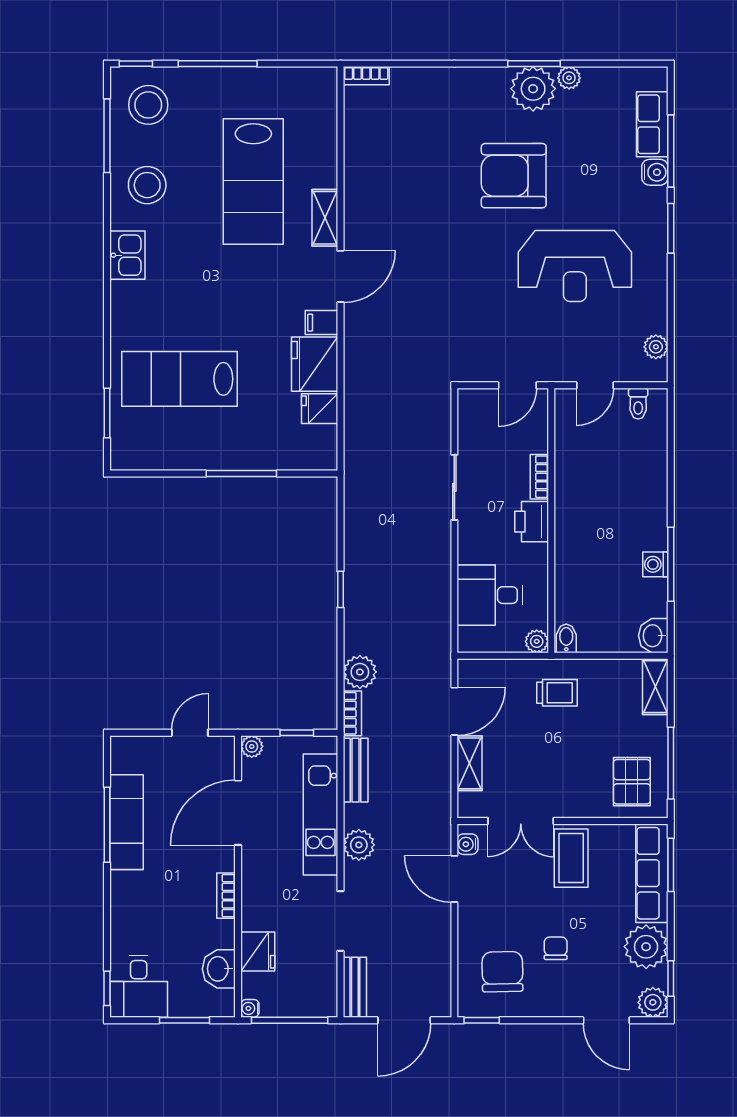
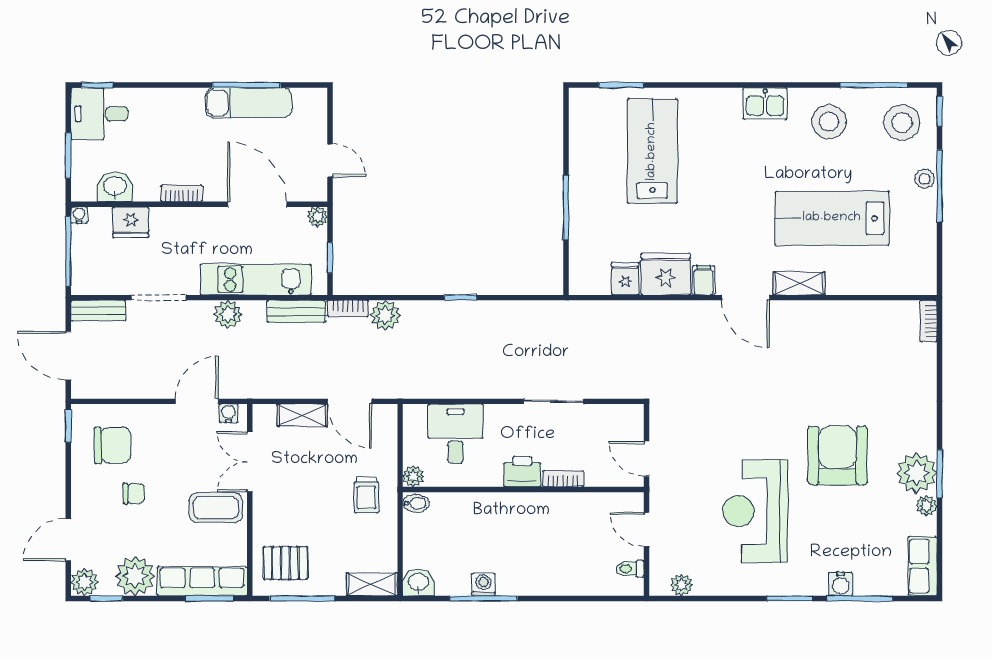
stool: (210, 80) -> (925, 179), added
row of seats: (652, 124) -> (923, 566), moved, turned -90

